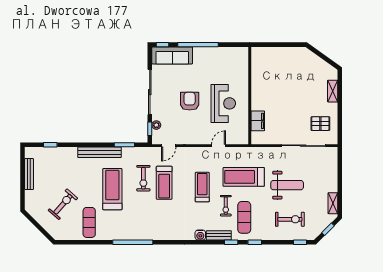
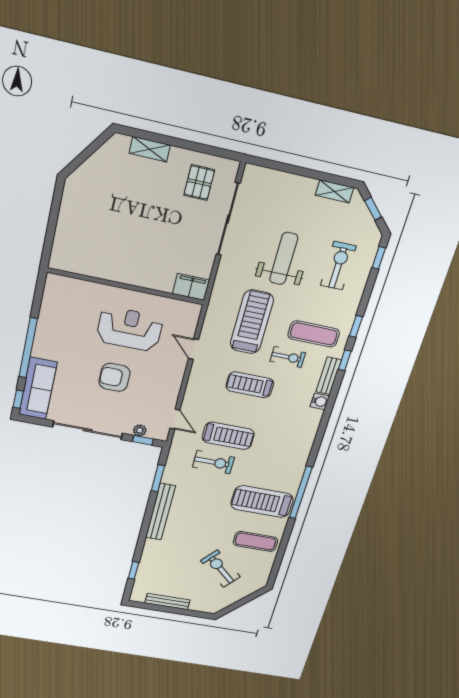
filing cabinet: (258, 121) -> (191, 287), moved
treadmill: (244, 177) -> (252, 322), turned 180
treadmill: (112, 189) -> (262, 502), moved

